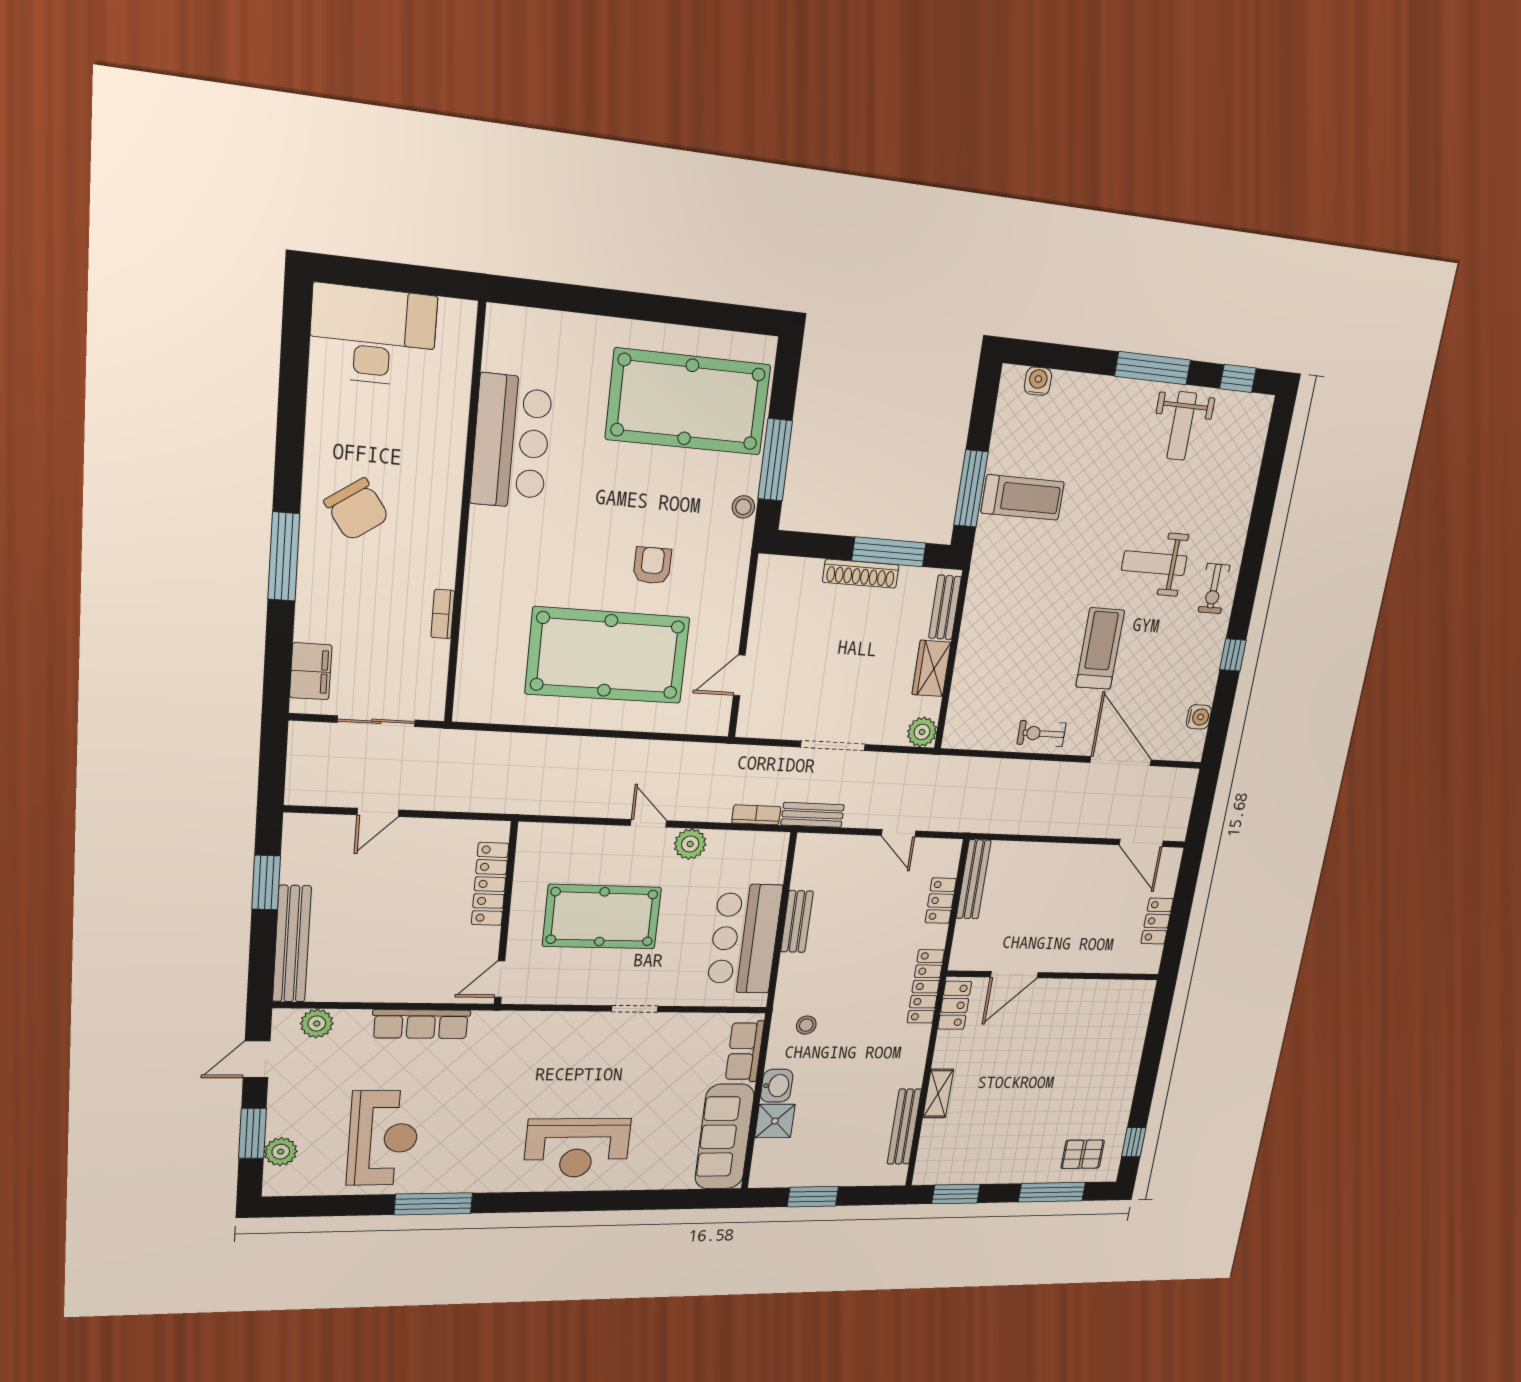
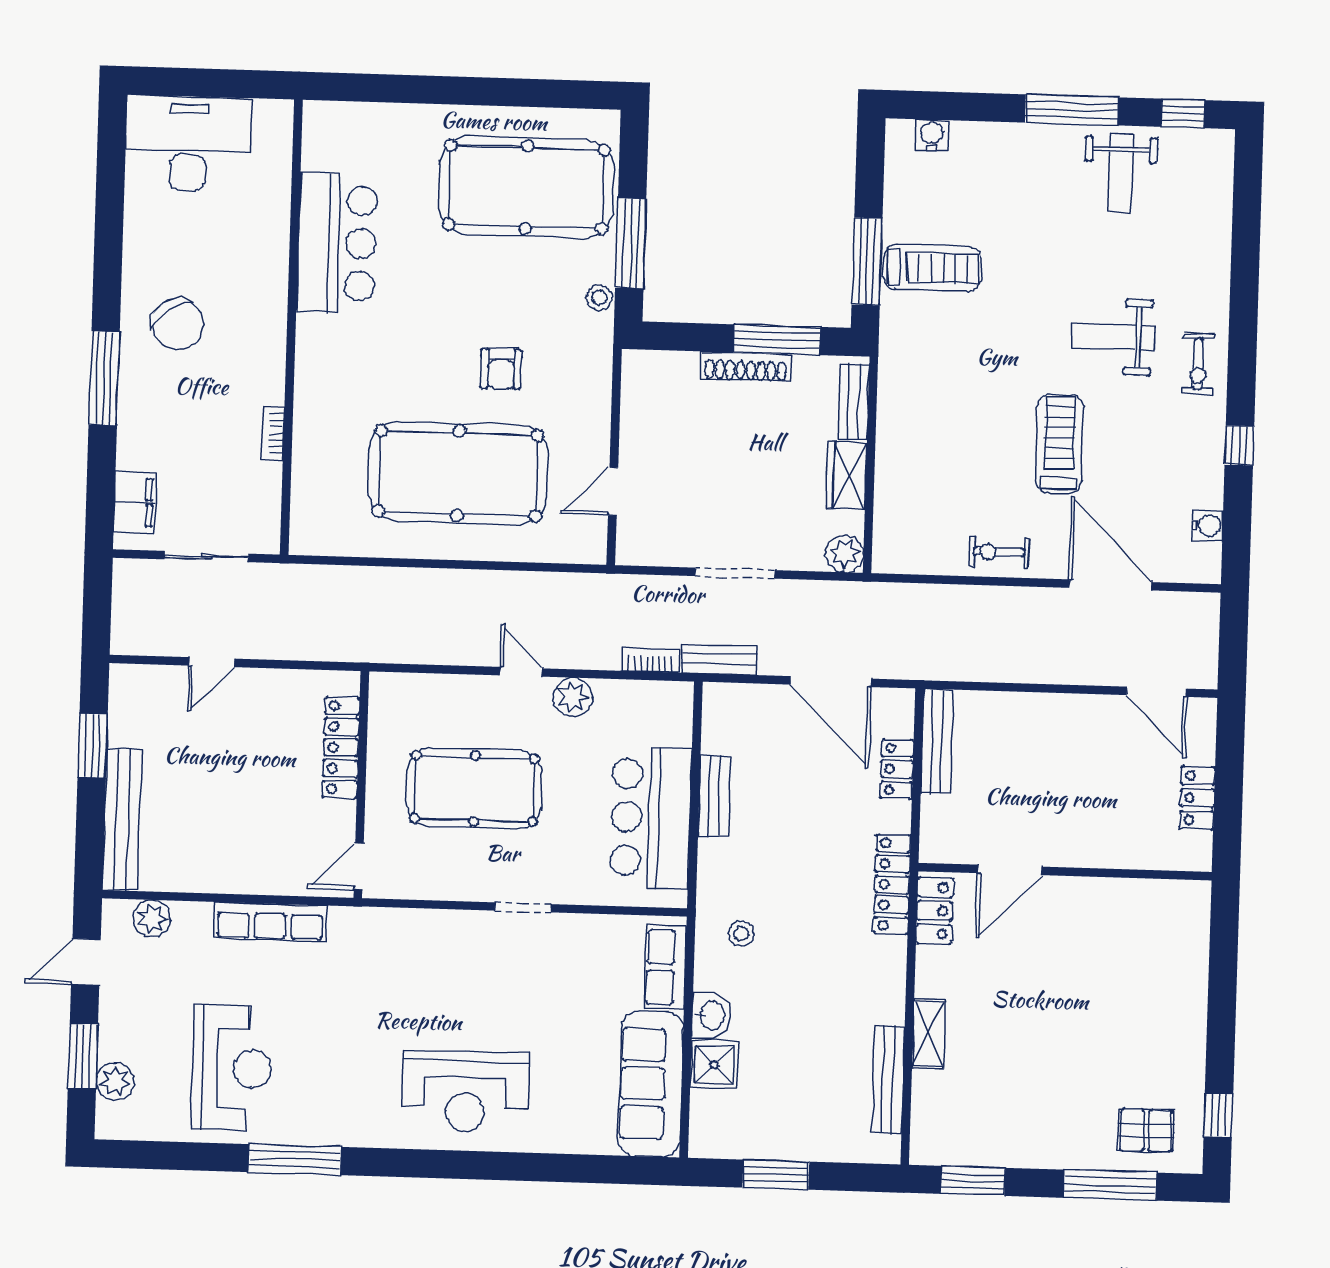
armchair: (652, 565) -> (501, 369), turned 180
door: (899, 833) -> (831, 682), width x1.87

